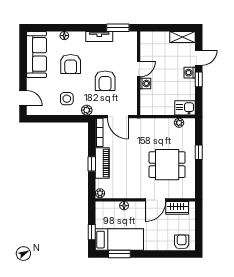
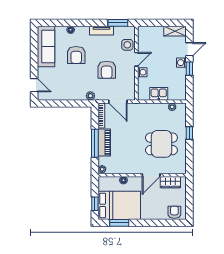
side table: (67, 99) -> (127, 45), moved
kitchen sink: (185, 108) -> (159, 94), moved
window: (92, 164) -> (95, 143), width x2.17
bed: (119, 240) -> (119, 205), width x1.50

